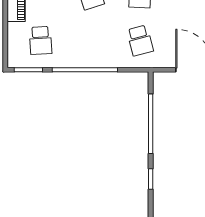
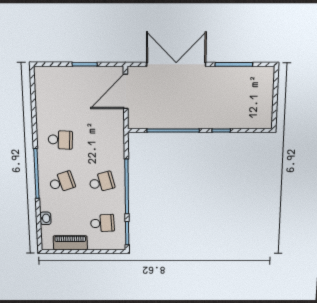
school desk: (140, 40) -> (102, 182), moved

